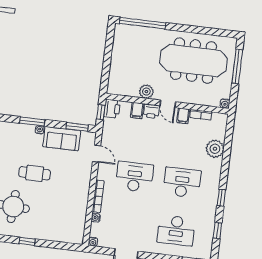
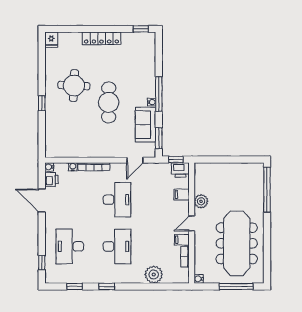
printer: (151, 111) -> (51, 180), moved, turned 180
window: (32, 121) -> (159, 94), width x1.44
cafe table: (35, 173) -> (109, 102), width x1.37, depth x1.35

